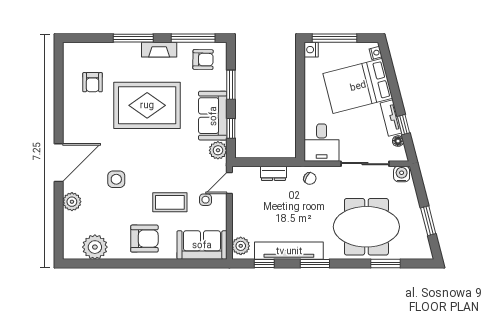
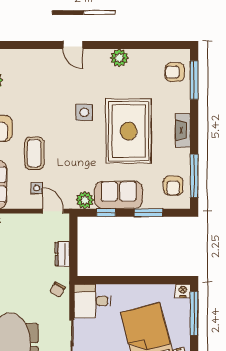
window: (133, 38) -> (194, 80), moved
fireplace: (159, 50) -> (183, 130), moved
armchair: (93, 82) -> (175, 72), moved
door: (59, 163) -> (73, 45), width x0.53
side table: (116, 179) -> (84, 112), moved
plant: (72, 202) -> (119, 58), moved

